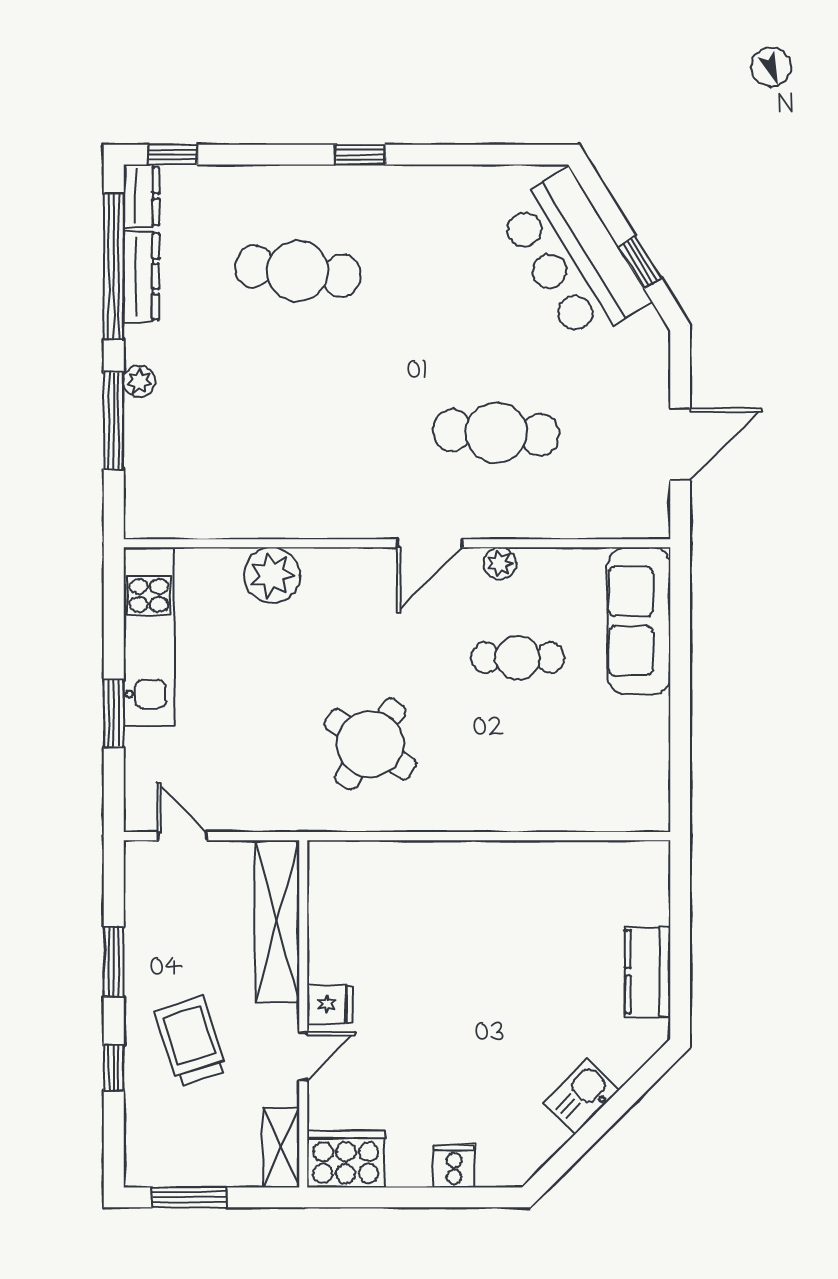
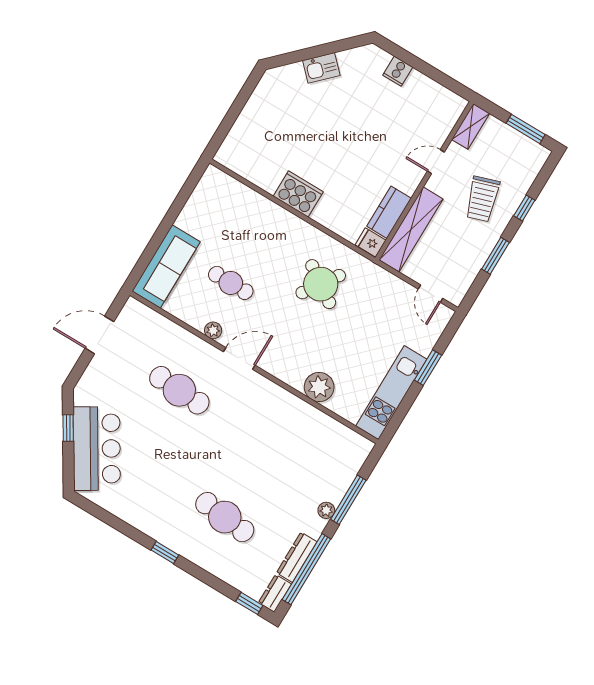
kitchen counter: (648, 972) -> (389, 212), moved, turned 180
fridge: (330, 1004) -> (371, 242), moved
cooker: (346, 1159) -> (298, 194), moved, turned 180

